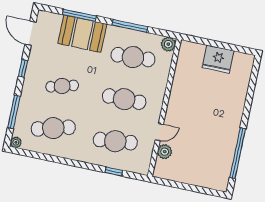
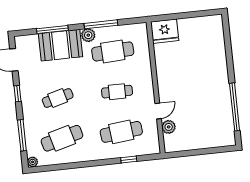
plant: (168, 44) -> (88, 35), moved
fridge: (218, 59) -> (165, 31), moved
cafe table: (124, 99) -> (117, 92), width x0.73, depth x0.74

